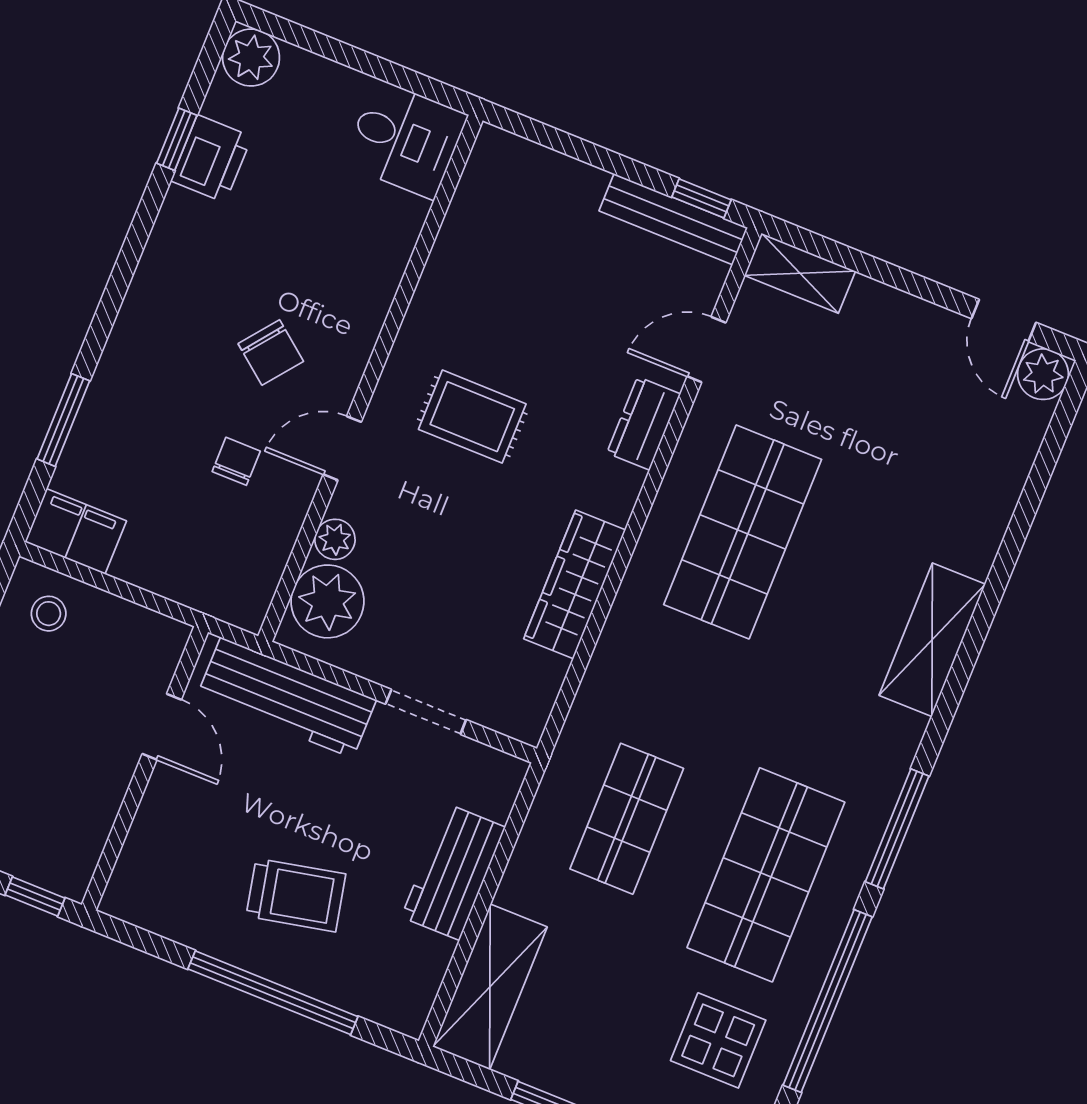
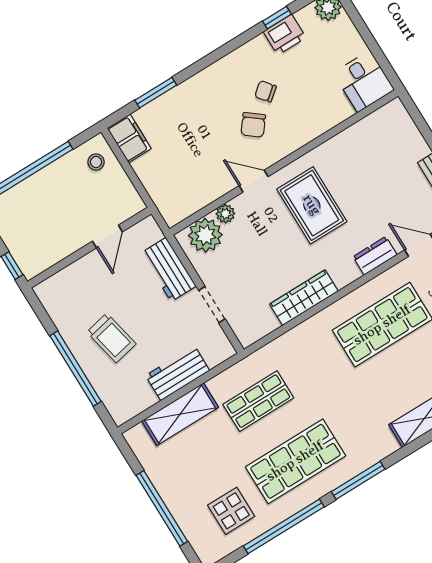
rug: (472, 417) -> (312, 205), width x1.36, depth x1.43
chair: (236, 461) -> (265, 91), moved, turned -129
workbench: (287, 698) -> (169, 270), width x0.73
shelving: (490, 987) -> (180, 414), moved

